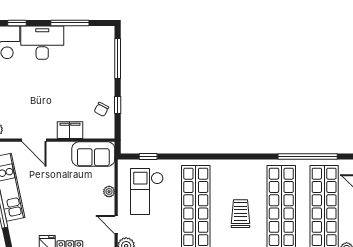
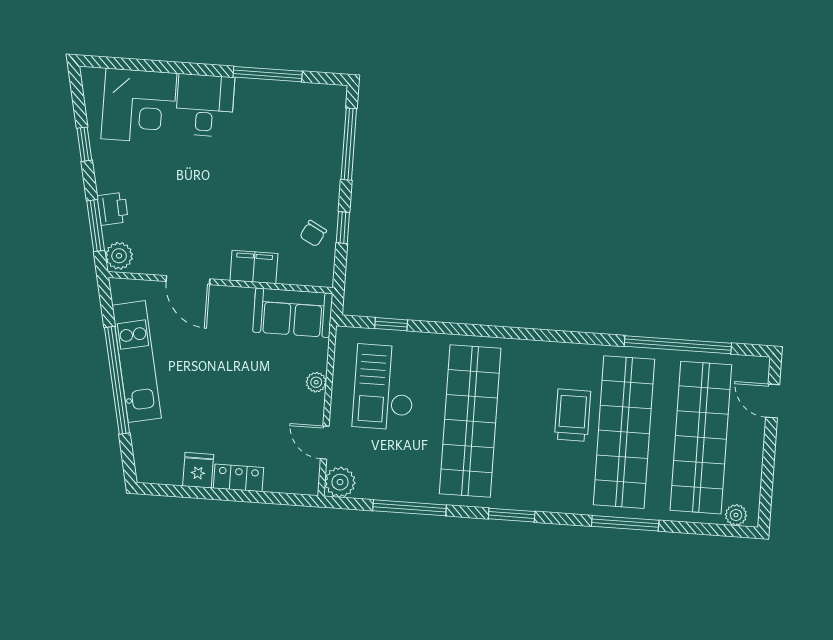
window: (17, 23) -> (172, 67), removed
desk: (42, 43) -> (205, 105), width x0.73
trolley: (240, 214) -> (573, 415), moved

